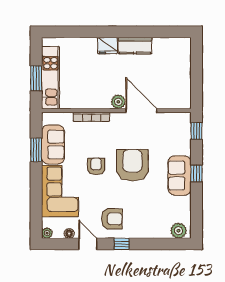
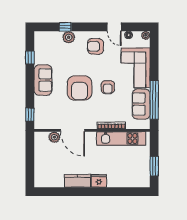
window: (36, 78) -> (154, 166), moved
kitchen unit: (50, 78) -> (121, 139), moved, turned -90
plant: (118, 102) -> (54, 137), moved
window: (36, 150) -> (154, 100), width x2.11
window: (196, 173) -> (30, 57), moved
plant: (179, 231) -> (69, 37), moved
window: (122, 244) -> (65, 27), moved

